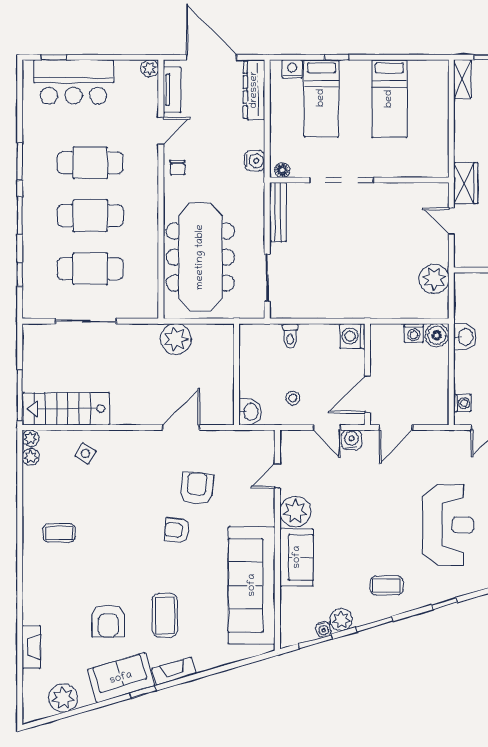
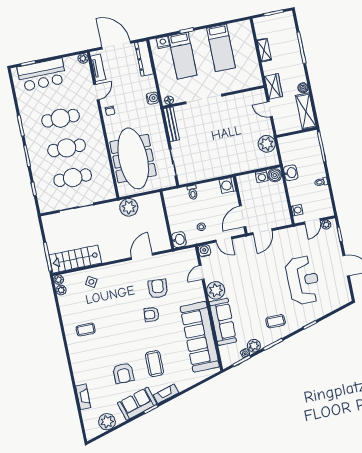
shelving: (462, 79) -> (264, 50), moved
water cooler: (352, 440) -> (204, 251), moved
sofa: (297, 557) -> (223, 322), width x1.36

